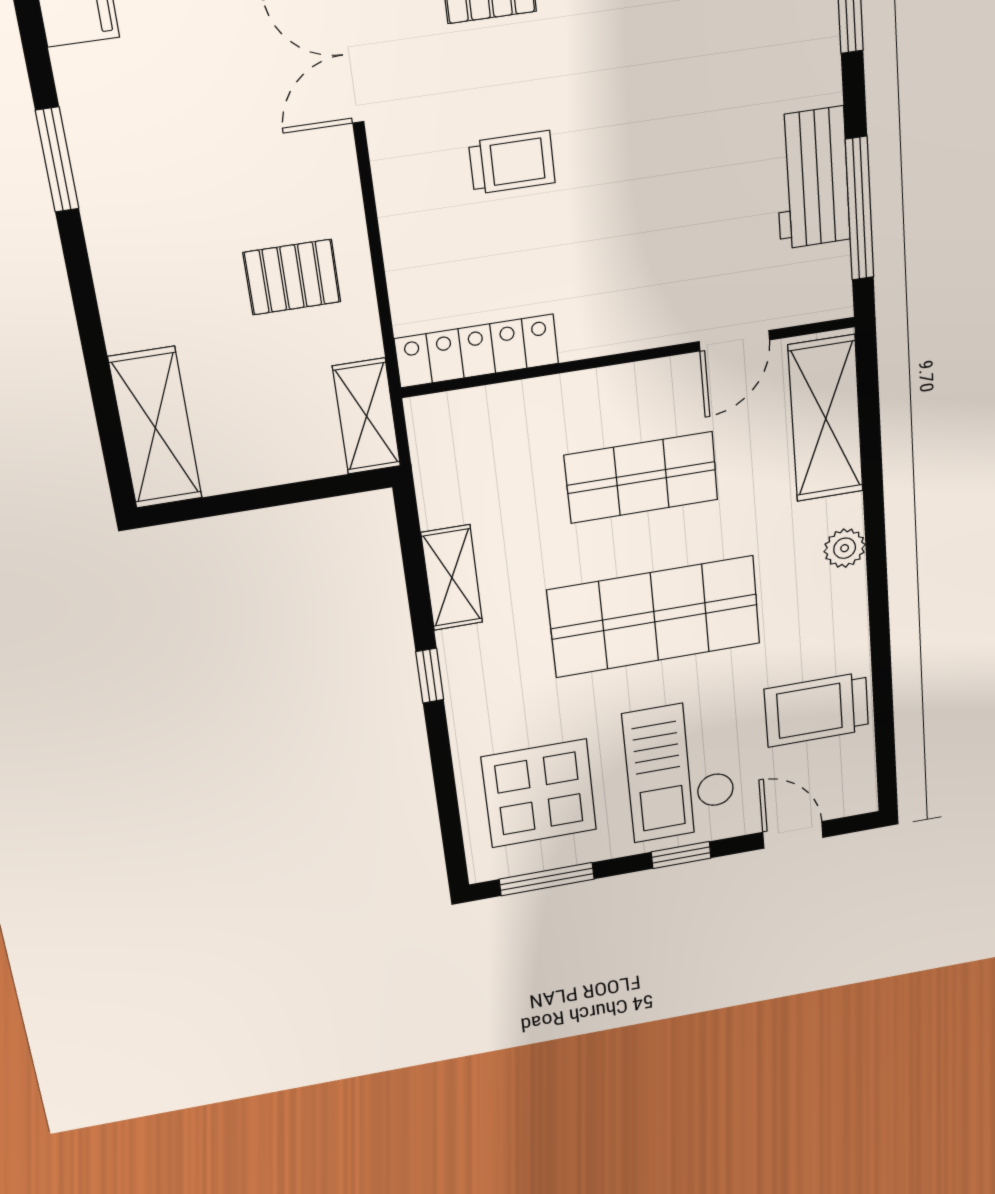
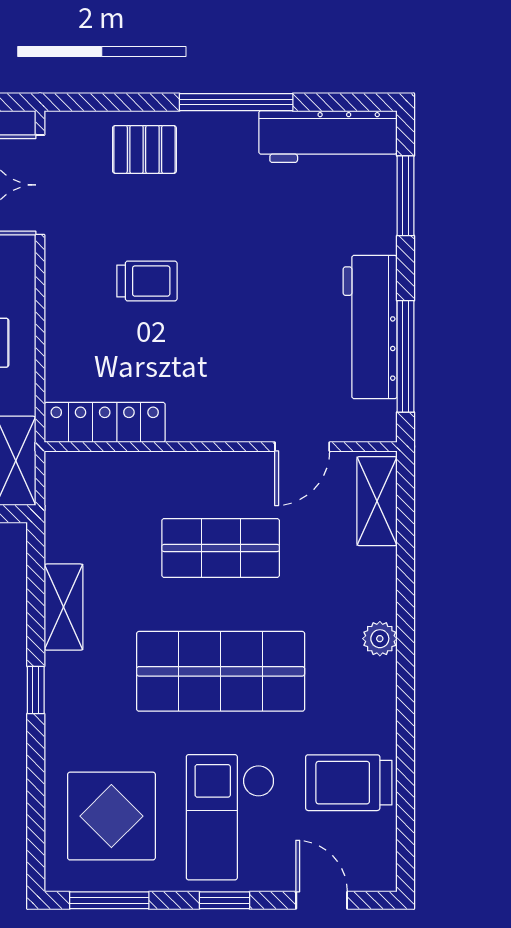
workbench: (812, 178) -> (370, 327), width x1.37
shelving: (826, 419) -> (377, 501), width x0.67, depth x0.75

